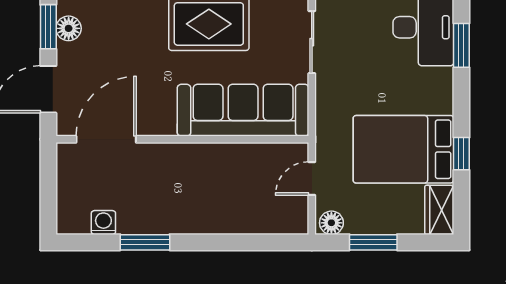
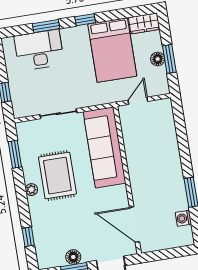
window: (461, 154) -> (85, 20), moved
door: (312, 179) -> (138, 101), swing flipped
floor lamp: (331, 223) -> (158, 59), moved

